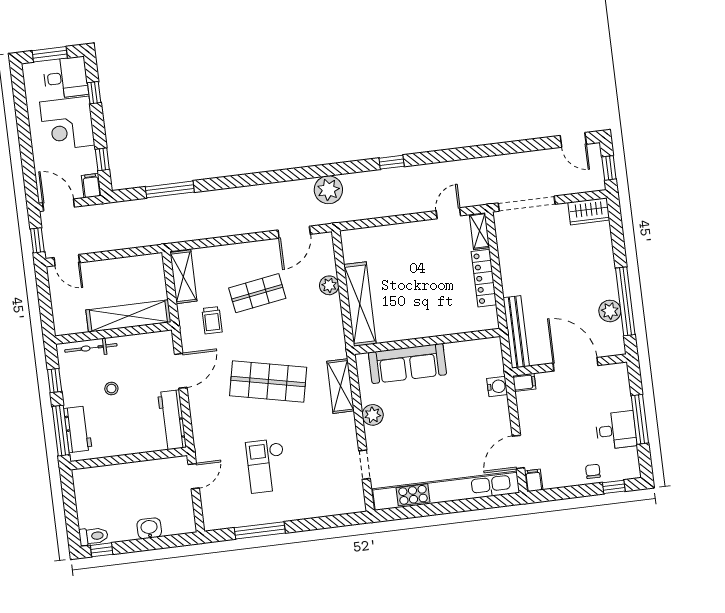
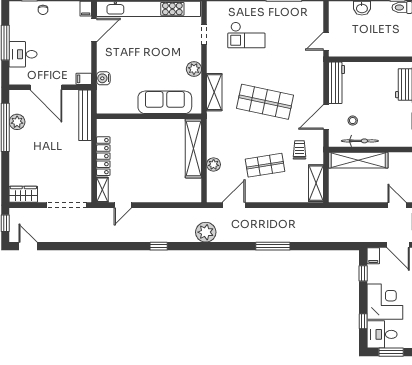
window: (170, 189) -> (273, 246), moved
bicycle: (91, 348) -> (360, 141), moved
stool: (111, 389) -> (353, 121), moved
desk: (616, 430) -> (23, 54), moved
checkout: (266, 466) -> (246, 35), moved, turned 90

